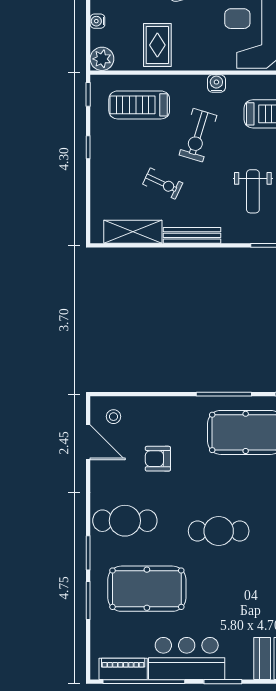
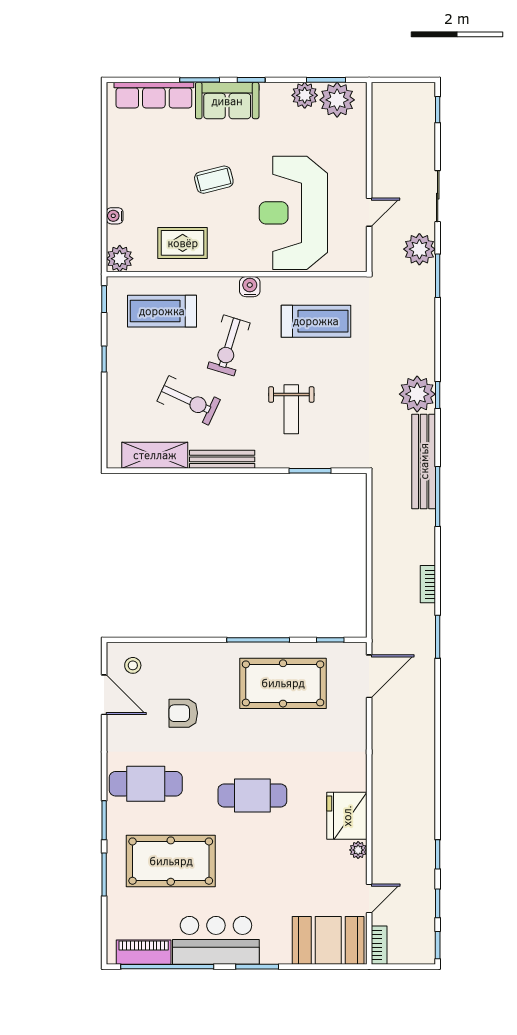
rug: (157, 45) -> (183, 243), turned 90
exercise bike: (163, 184) -> (189, 400), width x1.38, depth x1.39

